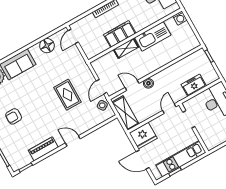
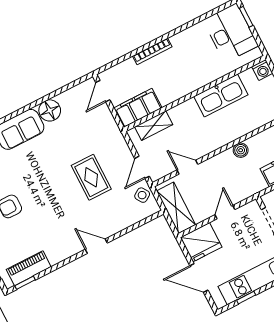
filing cabinet: (120, 34) -> (138, 108), moved
floor lamp: (47, 46) -> (50, 110), moved
shelving: (126, 48) -> (154, 126), moved
boiler: (148, 83) -> (241, 150), moved
door: (169, 109) -> (225, 212), moved
piano: (43, 149) -> (29, 268), moved

